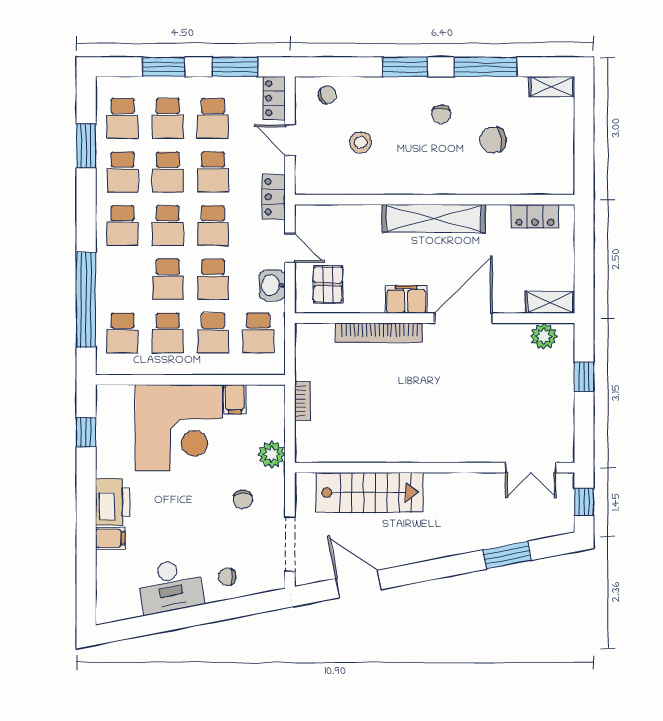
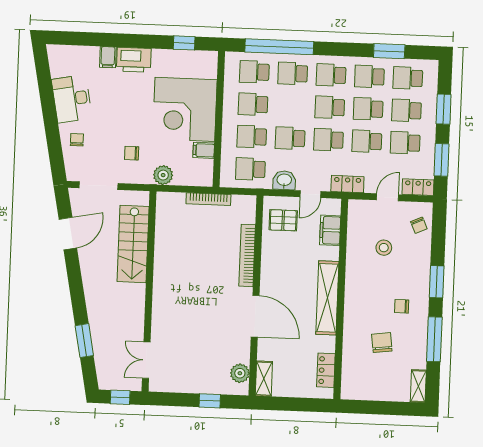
school desk: (168, 279) -> (293, 73), moved
filing cabinet: (406, 300) -> (330, 230), moved, turned 180
bookcase: (303, 401) -> (208, 199), width x1.56

